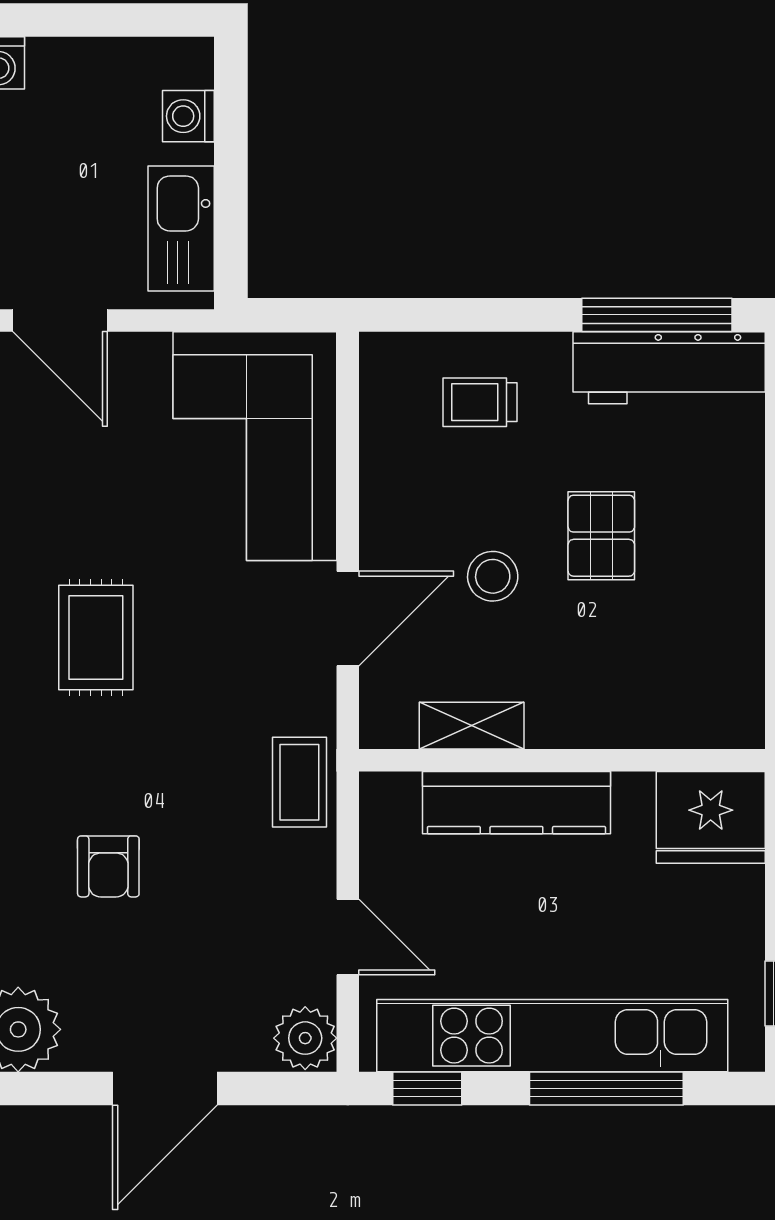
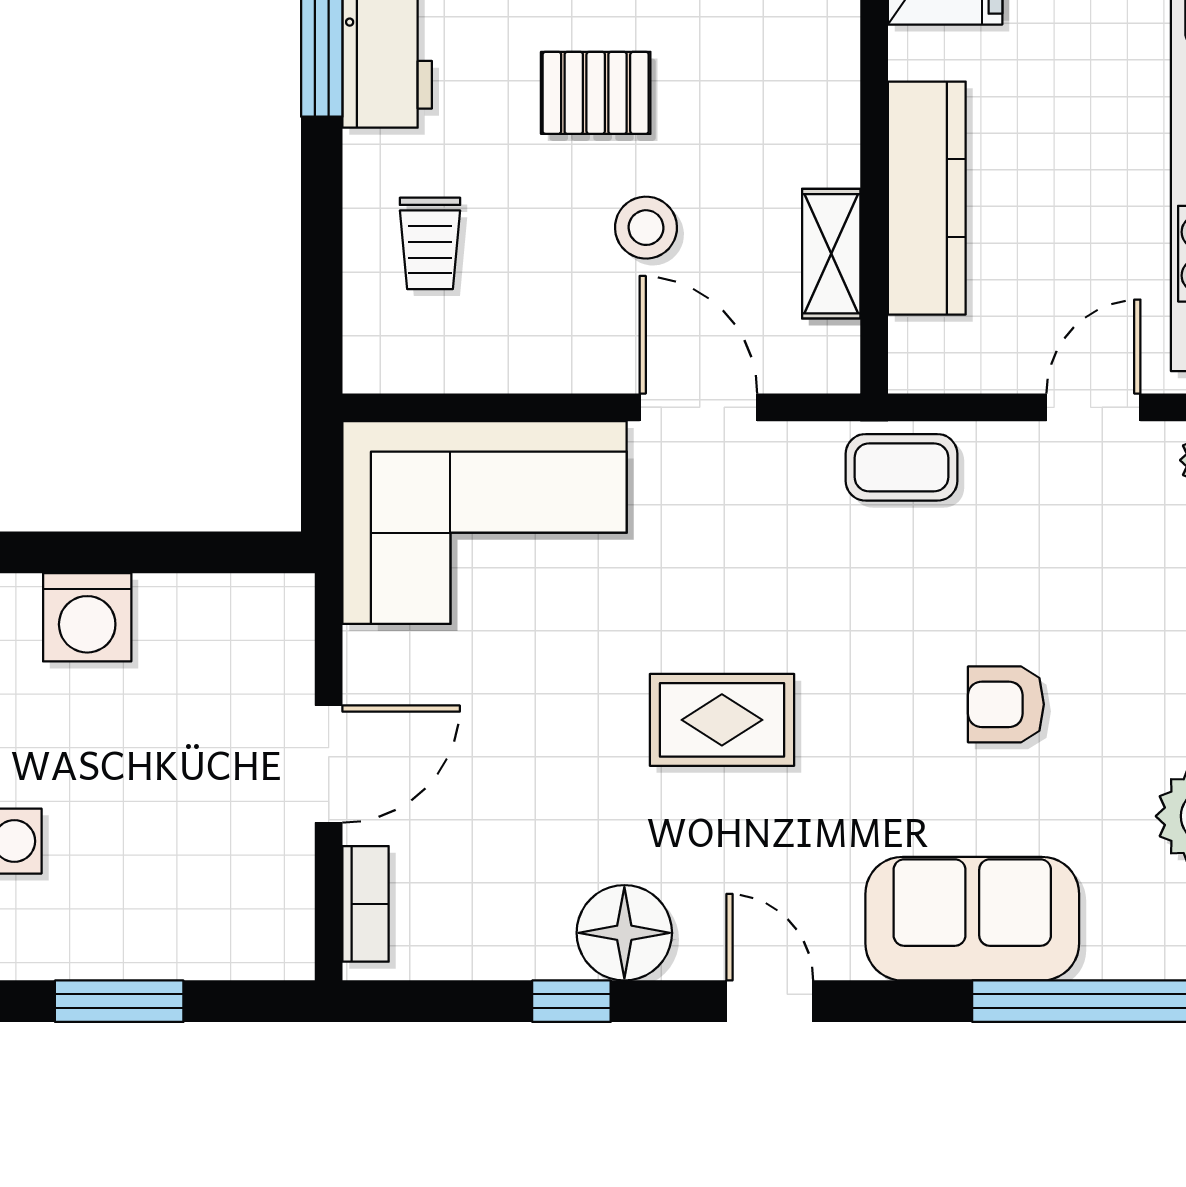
washing machine: (188, 116) -> (87, 617), width x1.38, depth x1.38
kitchen sink: (181, 229) -> (215, 614), removed
armchair: (108, 866) -> (1006, 704), turned 180

